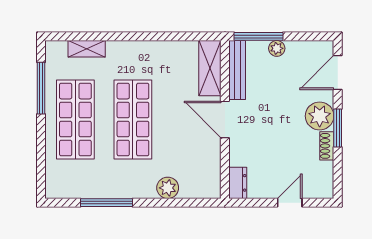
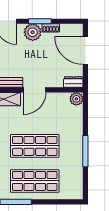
plant: (168, 188) -> (76, 99), moved
window: (106, 203) -> (85, 151), moved
door: (290, 203) -> (85, 50), width x1.88

